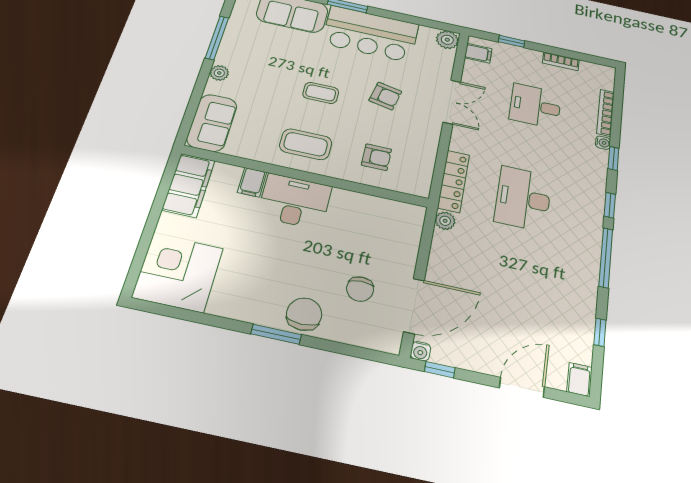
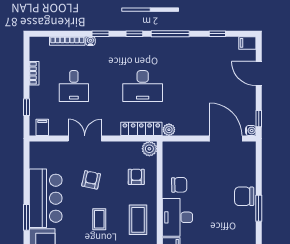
plant: (447, 40) -> (149, 149), moved
chair: (360, 289) -> (179, 185), moved

